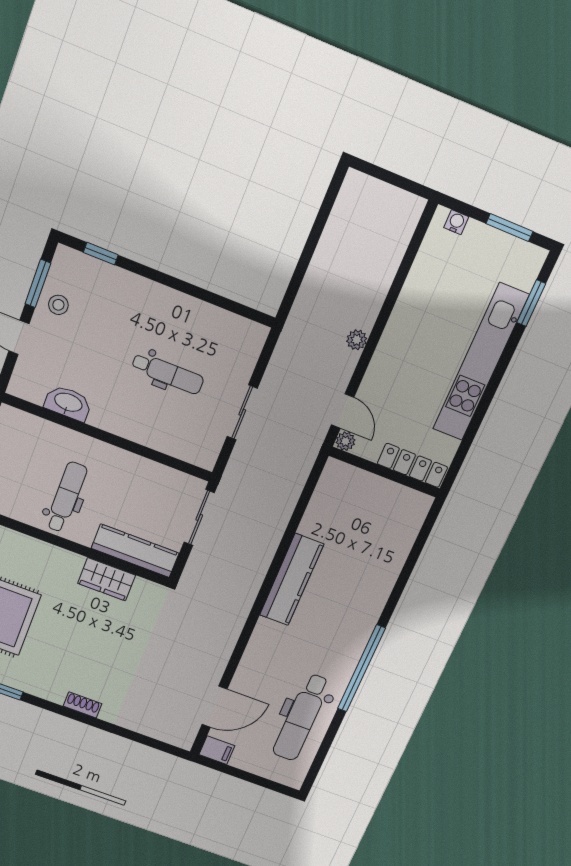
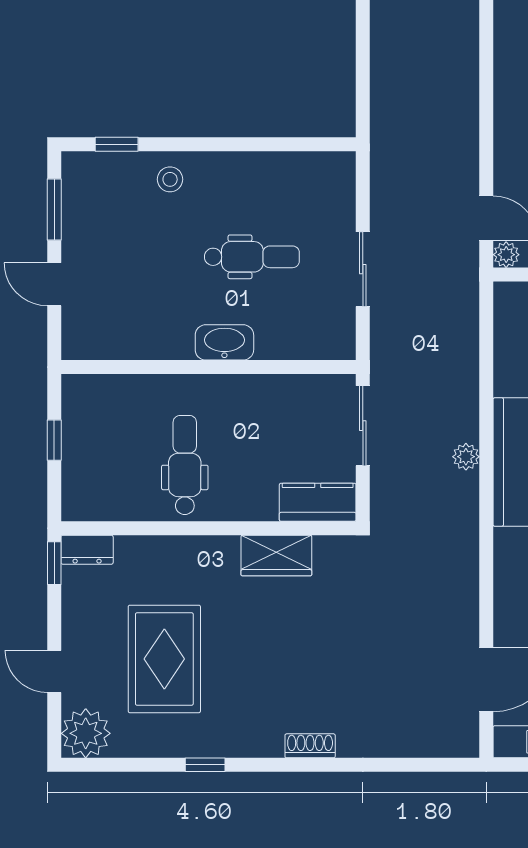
stool: (58, 305) -> (170, 179), moved
plant: (357, 340) -> (466, 457), moved
washbasin: (68, 403) -> (224, 342), moved
kitchen counter: (135, 551) -> (318, 502), width x0.67

